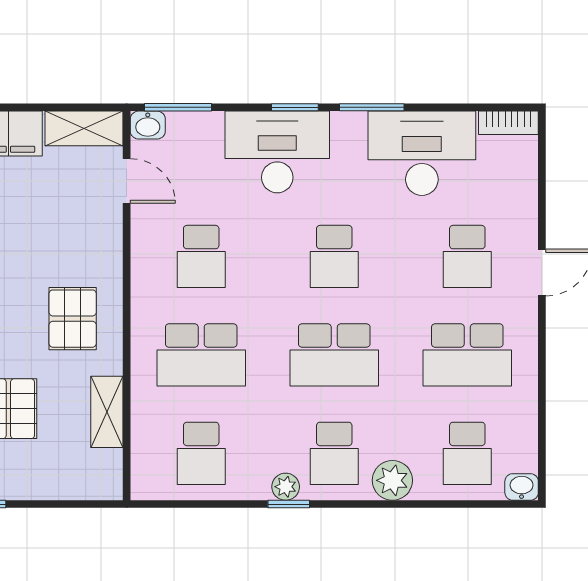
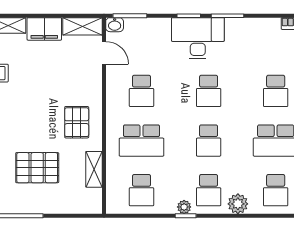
desk: (277, 152) -> (198, 38), moved
desk: (422, 153) -> (253, 39), removed
school desk: (334, 355) -> (209, 141), width x0.54

